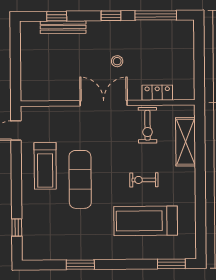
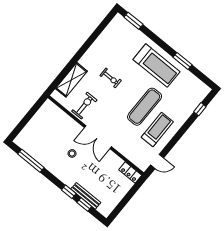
window: (111, 16) -> (69, 192), moved
locker: (157, 93) -> (130, 173), moved
treadmill: (146, 221) -> (156, 66), moved

